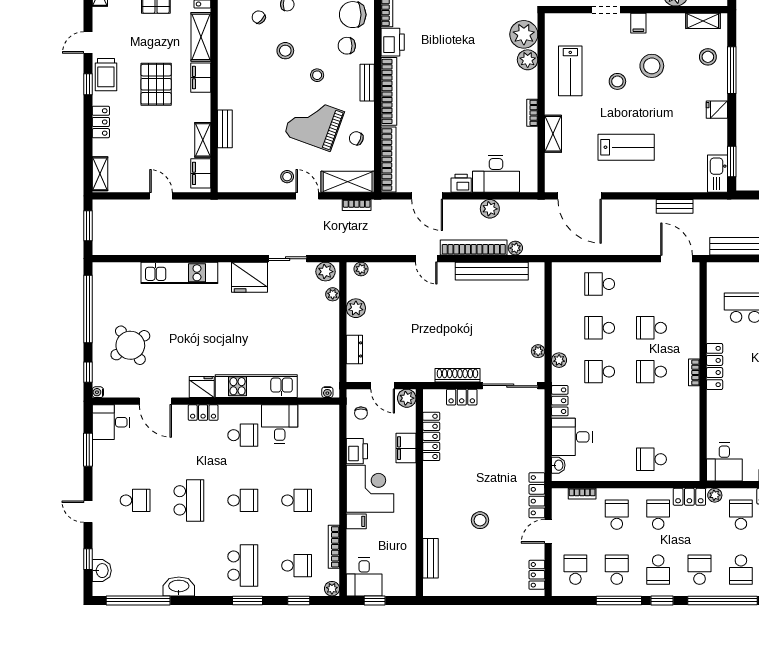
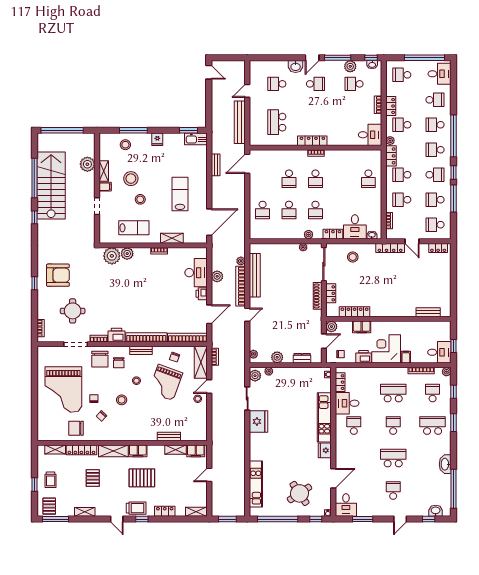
shelving: (703, 21) -> (104, 171), moved
kitchen unit: (179, 273) -> (256, 484), moved
locker: (203, 413) -> (340, 382), moved
school desk: (297, 500) -> (393, 393), width x1.85
stool: (480, 520) -> (353, 257), moved
school desk: (741, 570) -> (435, 125), turned 180

